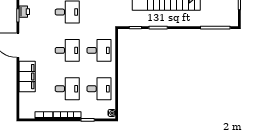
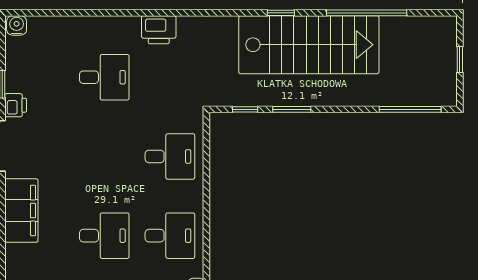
printer: (24, 12) -> (16, 105), moved
desk: (67, 50) -> (104, 156), removed

